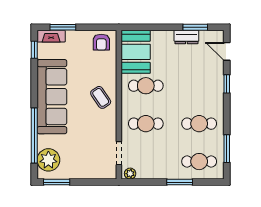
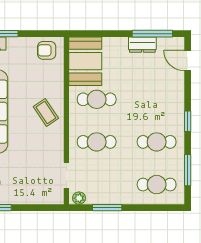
window: (195, 27) -> (152, 34), width x1.44
armchair: (101, 42) -> (47, 50), turned 90
window: (227, 84) -> (188, 121), moved
window: (180, 182) -> (107, 208), moved

